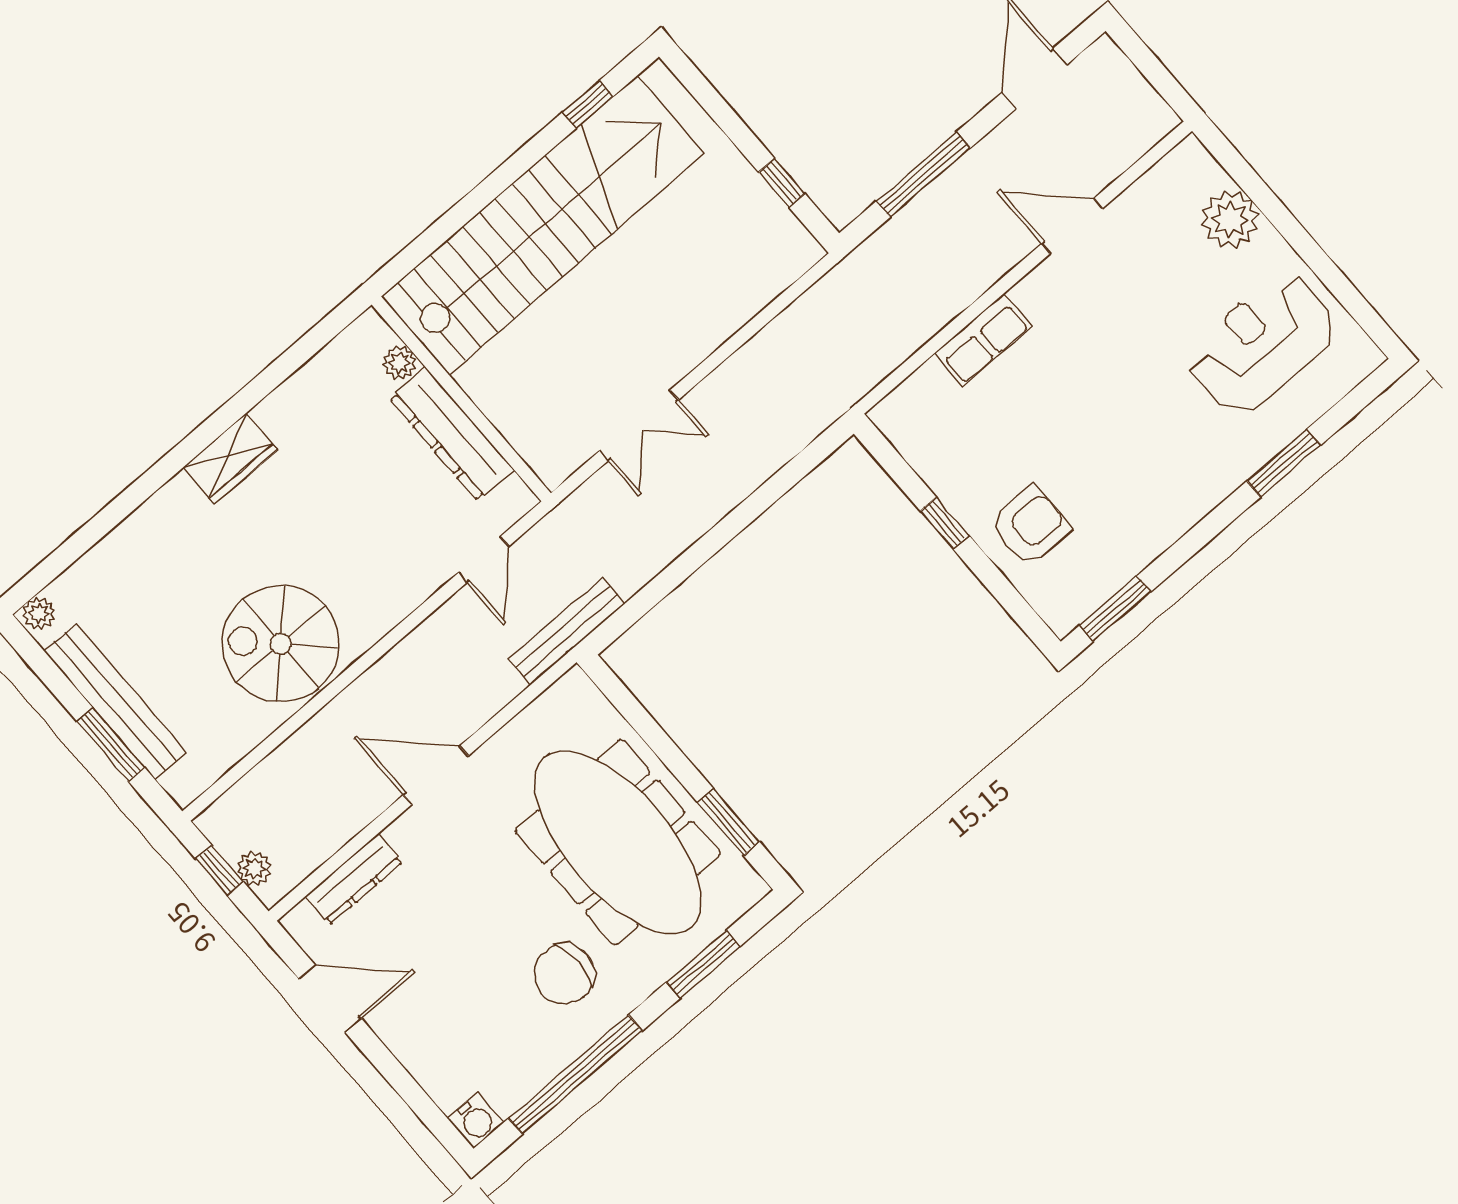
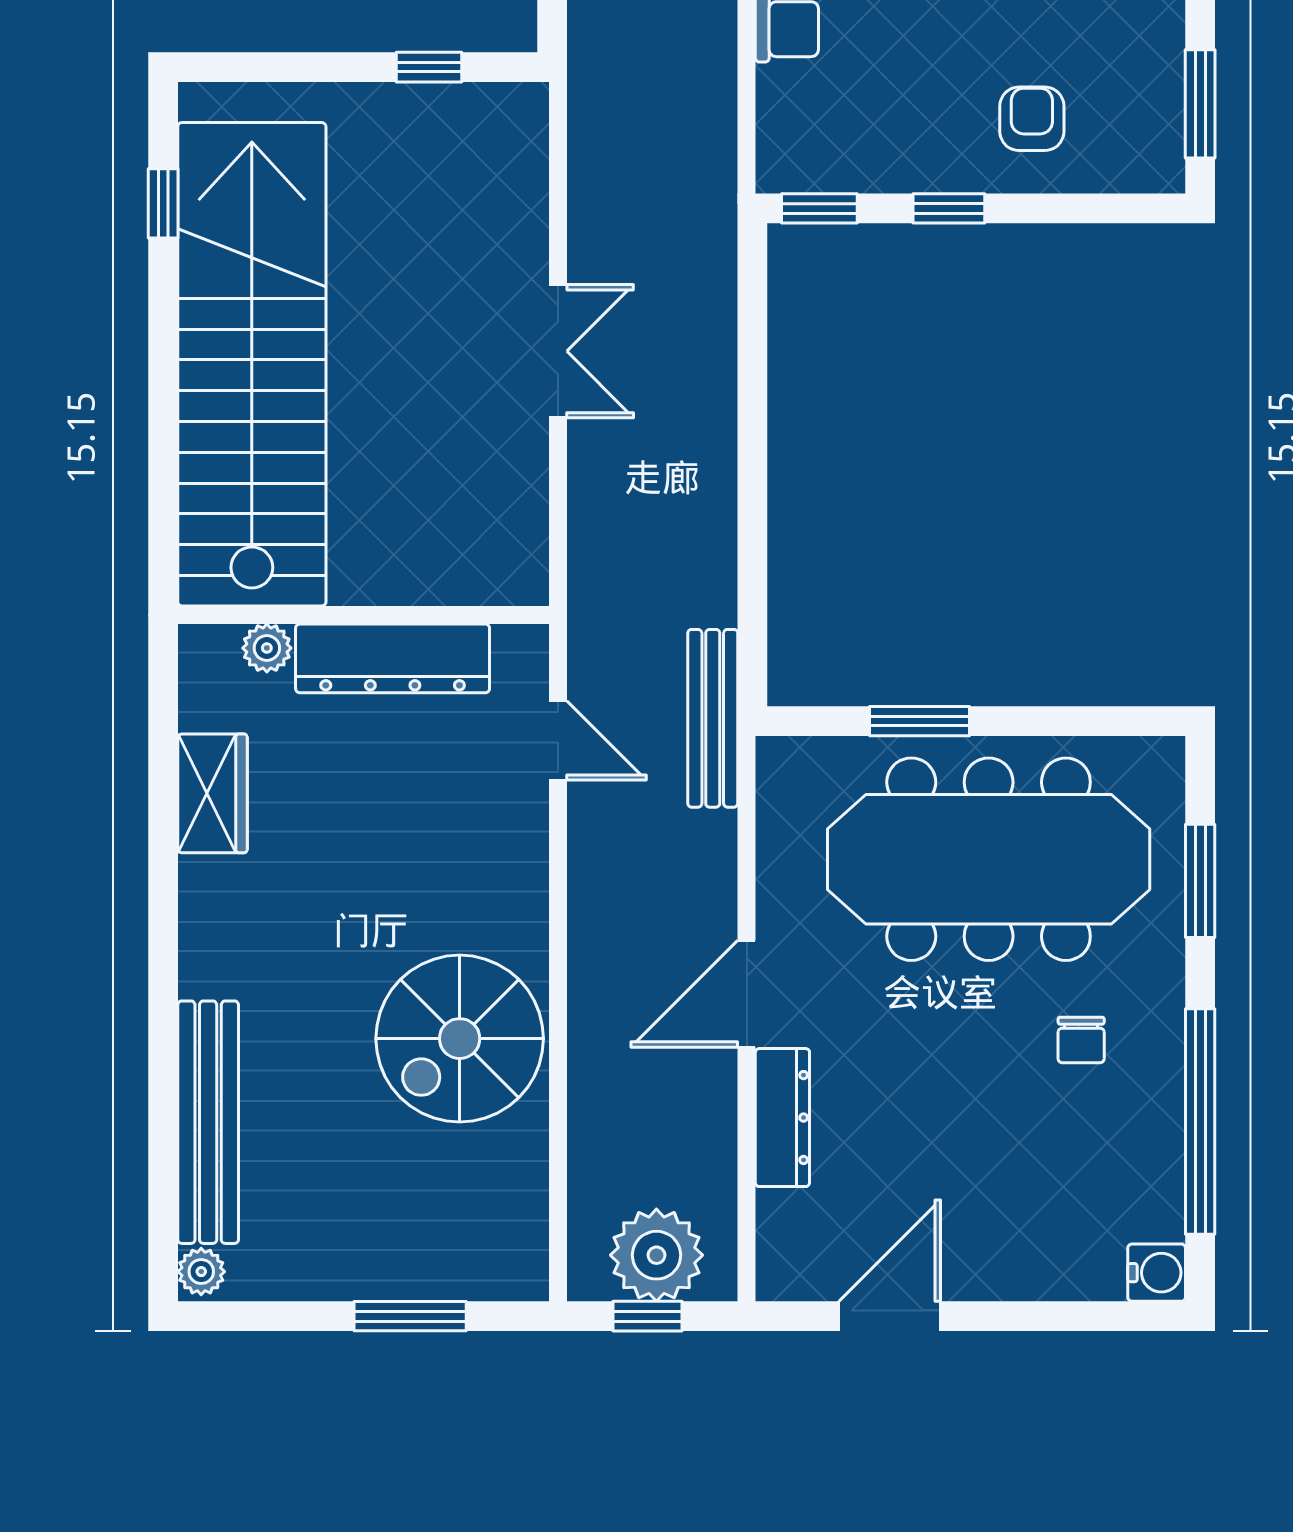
double door: (639, 425) -> (558, 351), moved
window: (885, 455) -> (819, 208), added
wardrobe: (230, 459) -> (212, 793), moved
armchair: (1030, 526) -> (1032, 119), width x0.72, depth x0.72
bench: (115, 702) -> (208, 1122), moved, turned 90
window: (728, 822) -> (920, 721), moved
plant: (254, 869) -> (656, 1255), width x1.88, depth x1.88
dresser: (354, 879) -> (782, 1118), moved
chair: (564, 974) -> (1081, 1040), width x0.54, depth x0.54

